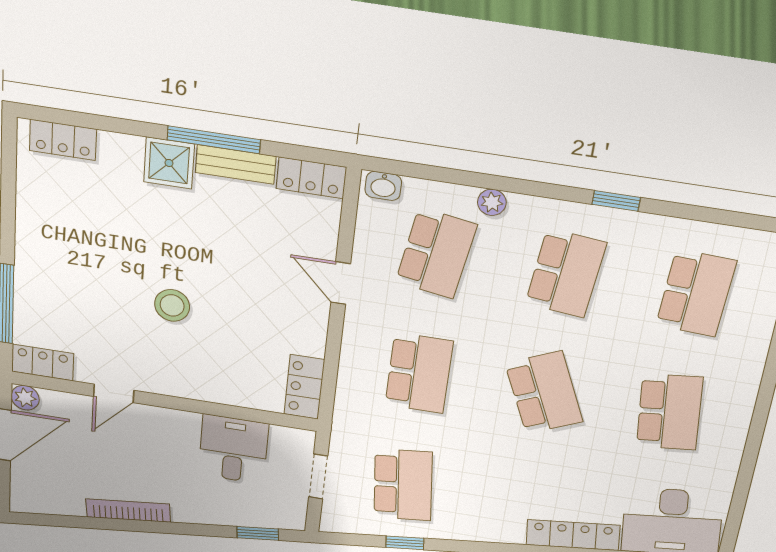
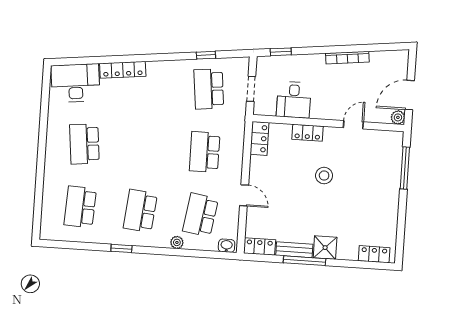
locker: (43, 362) -> (308, 133), moved
school desk: (544, 393) -> (144, 148), removed

